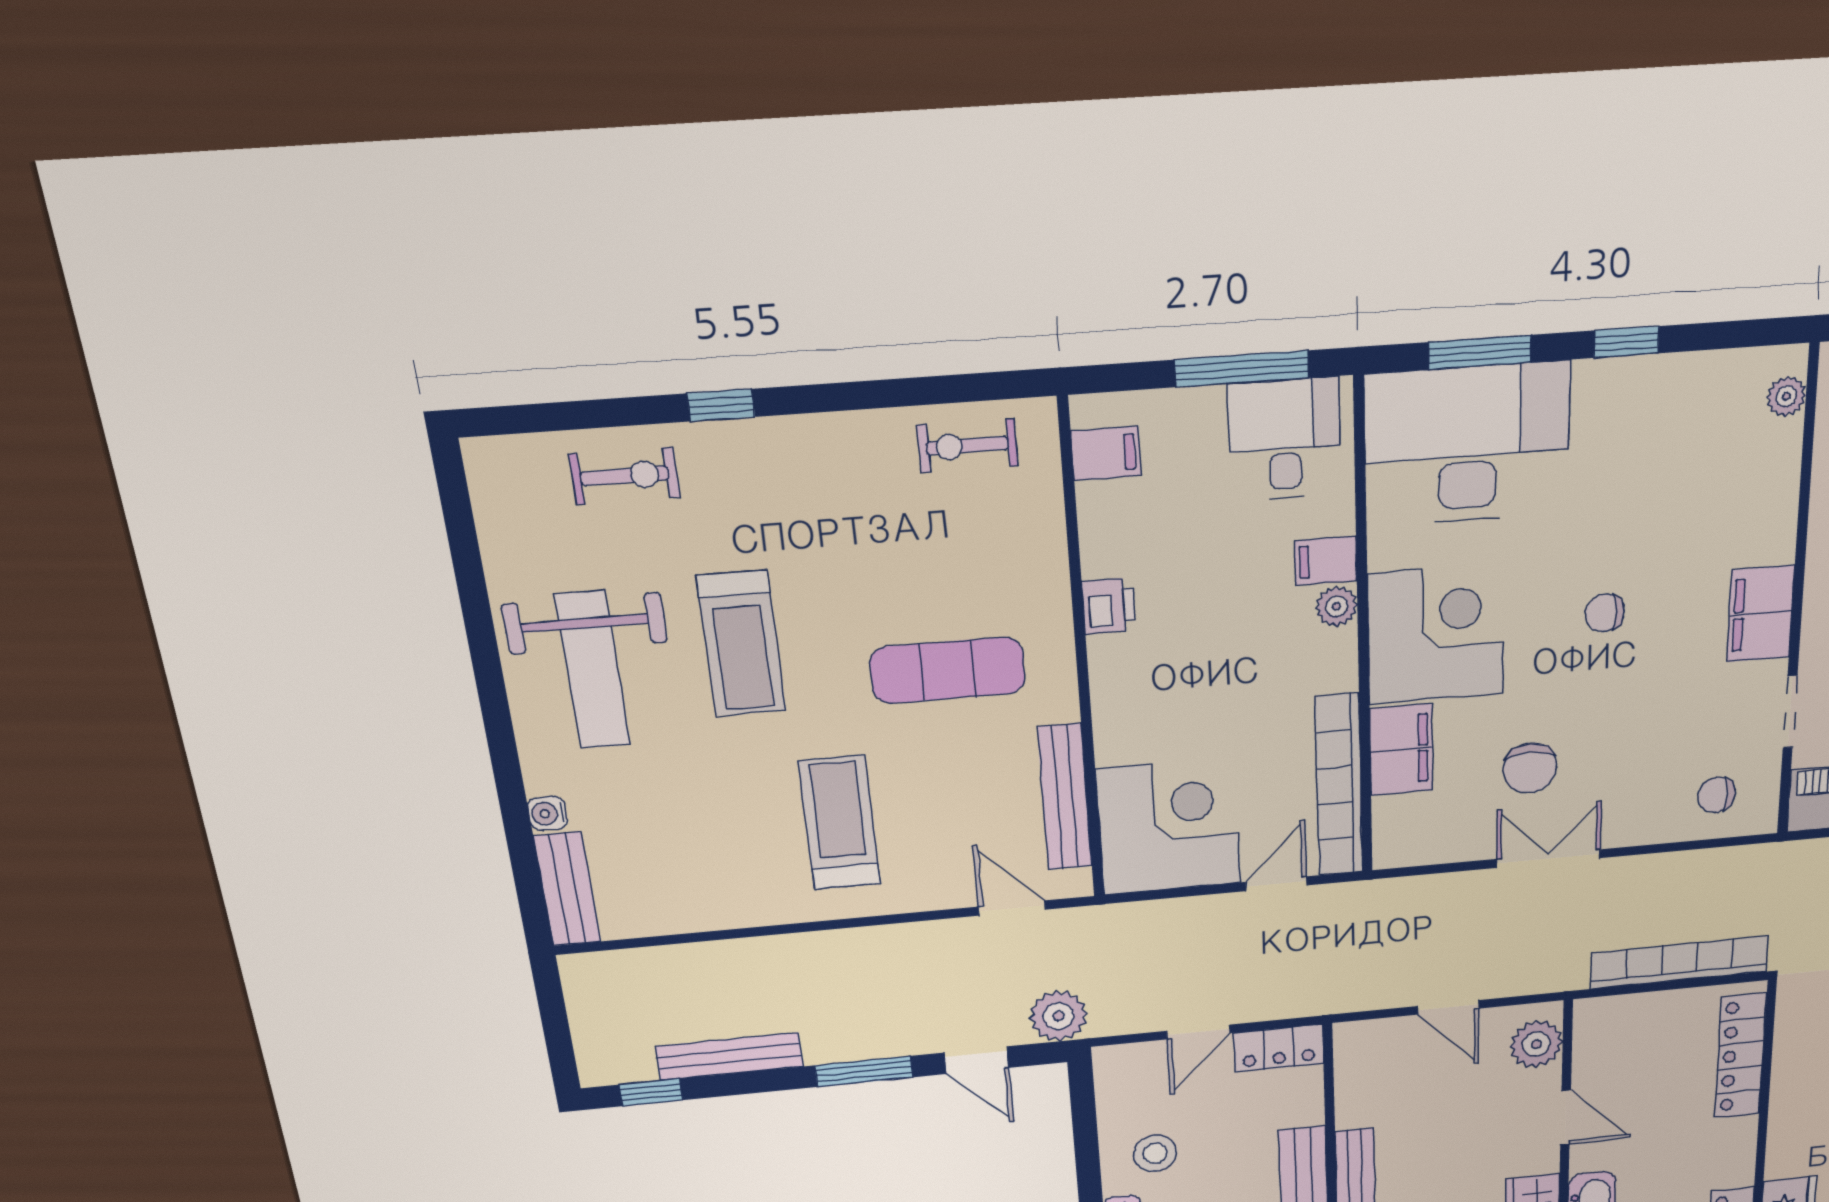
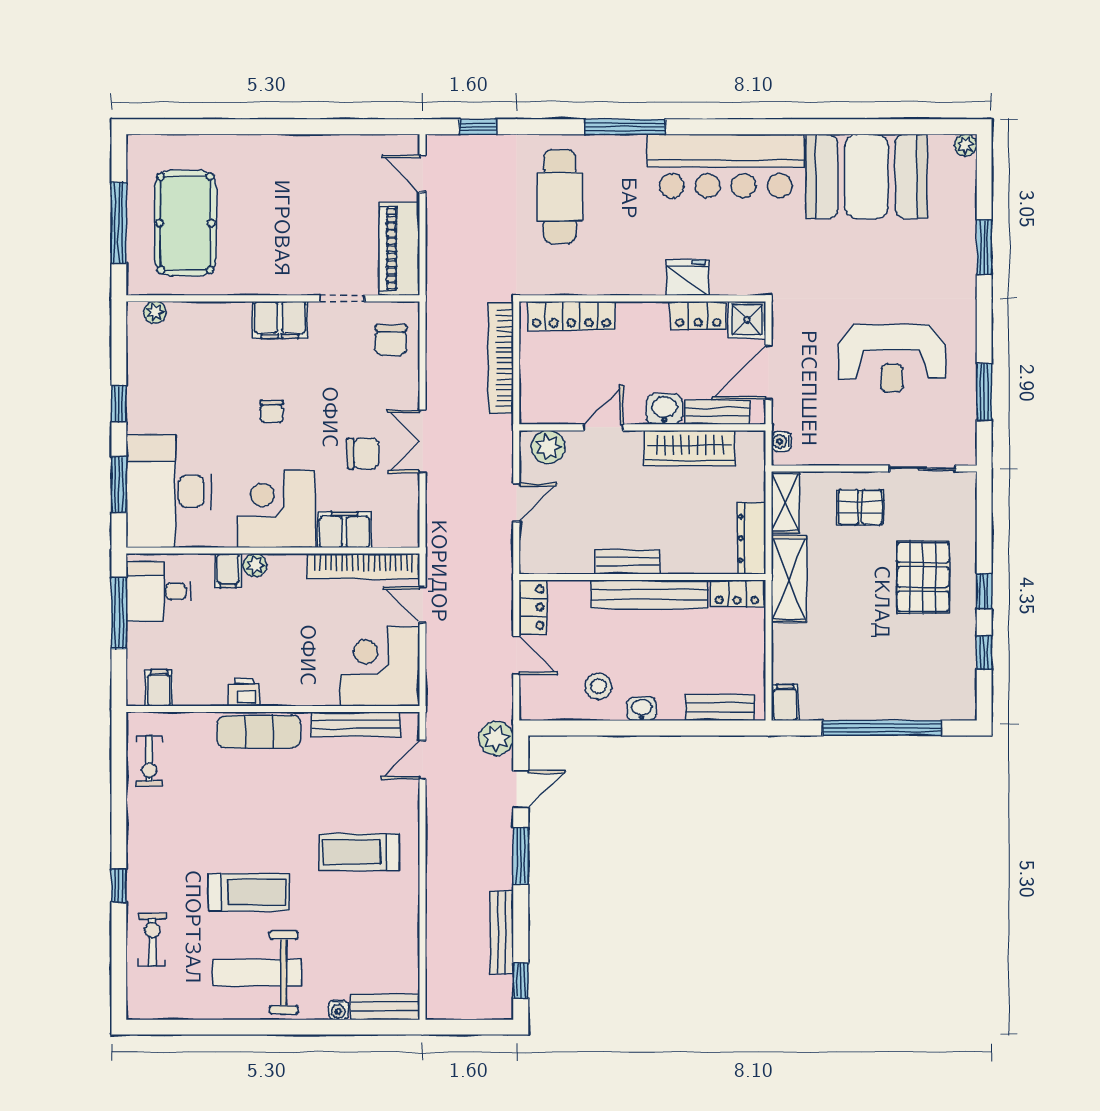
weight bench: (593, 670) -> (257, 973), turned 180
exercise mat: (948, 670) -> (259, 732), moved, turned 90
chair: (1716, 795) -> (391, 340), width x1.37, depth x1.37

